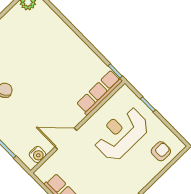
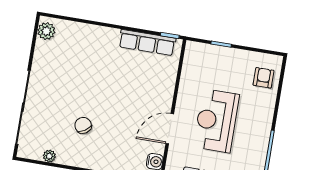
row of seats: (99, 92) -> (147, 43), moved, turned -90
reception desk: (121, 134) -> (216, 121), moved

